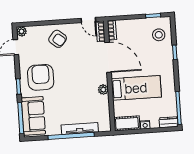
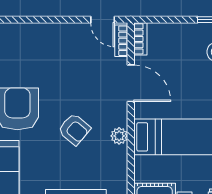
armchair: (58, 39) -> (74, 129), moved
door: (108, 57) -> (131, 83), width x0.73

